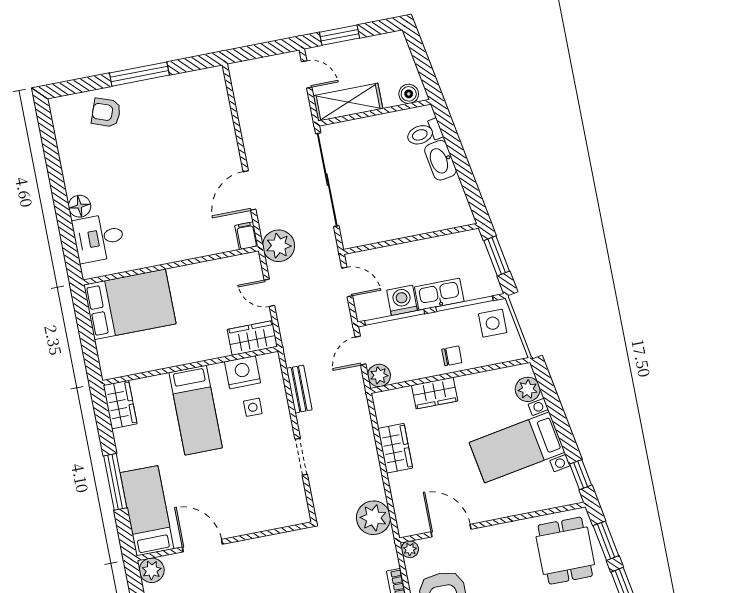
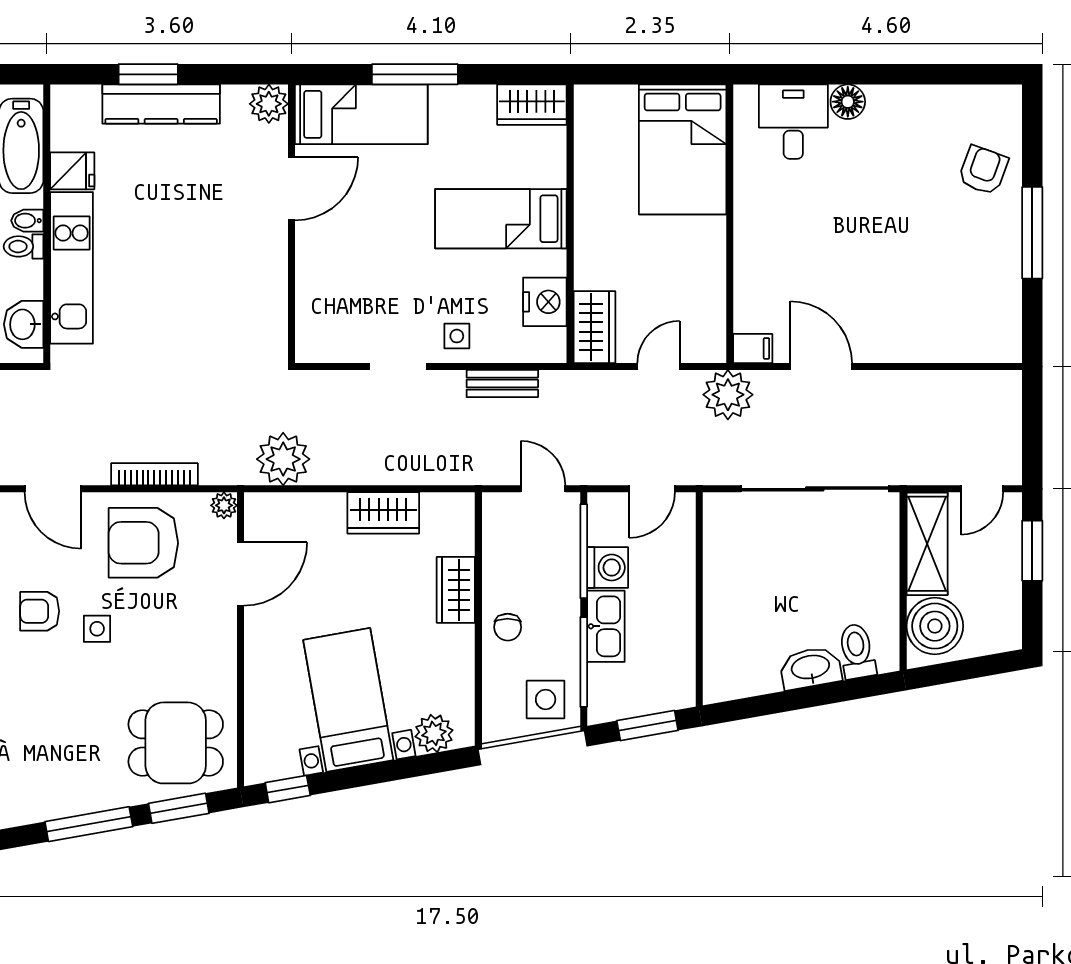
boiler: (409, 94) -> (935, 626), width x1.86, depth x1.86
plant: (379, 375) -> (499, 510), removed
side table: (253, 407) -> (457, 336), moved

